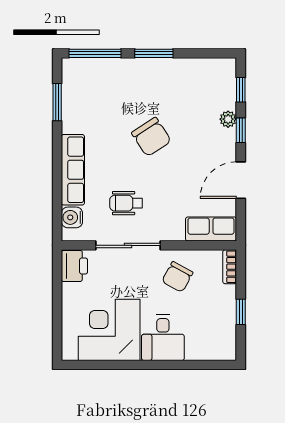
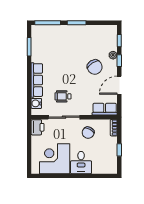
chair: (151, 137) -> (95, 67), moved

